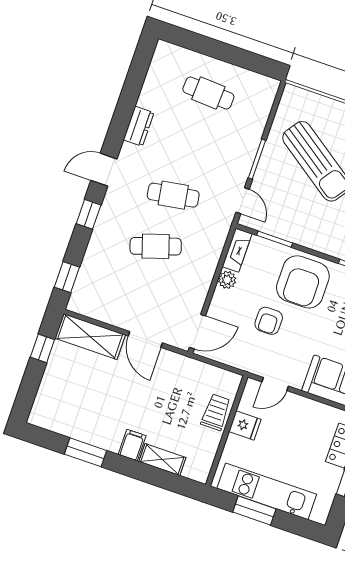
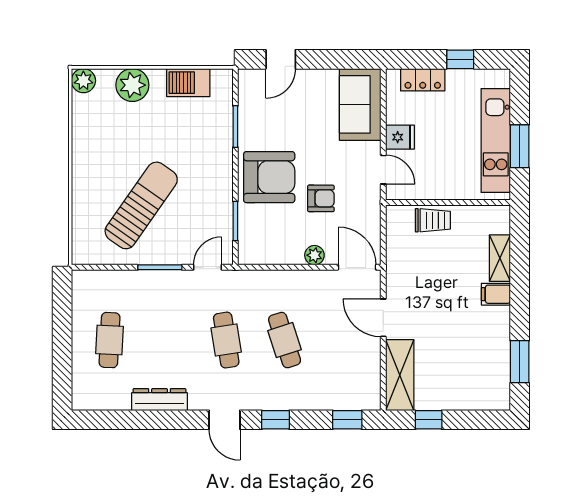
dresser: (139, 126) -> (159, 400), width x1.44
fireplace: (237, 250) -> (260, 255), removed
plant: (227, 280) -> (314, 255), moved
door: (145, 339) -> (383, 318), swing flipped
trolley: (216, 412) -> (433, 220), turned 180
fridge: (245, 425) -> (400, 137), moved, turned 90
window: (86, 452) -> (520, 362), moved

